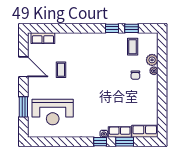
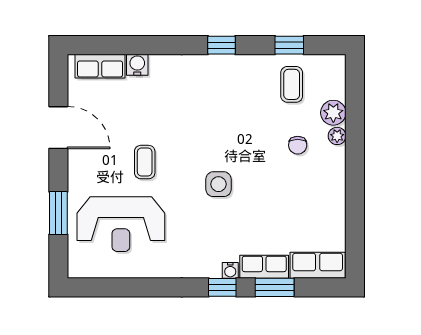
window: (112, 28) -> (222, 45), moved
water cooler: (60, 37) -> (137, 65), added
coffee table: (61, 70) -> (145, 162), moved
side table: (98, 93) -> (218, 184), added

